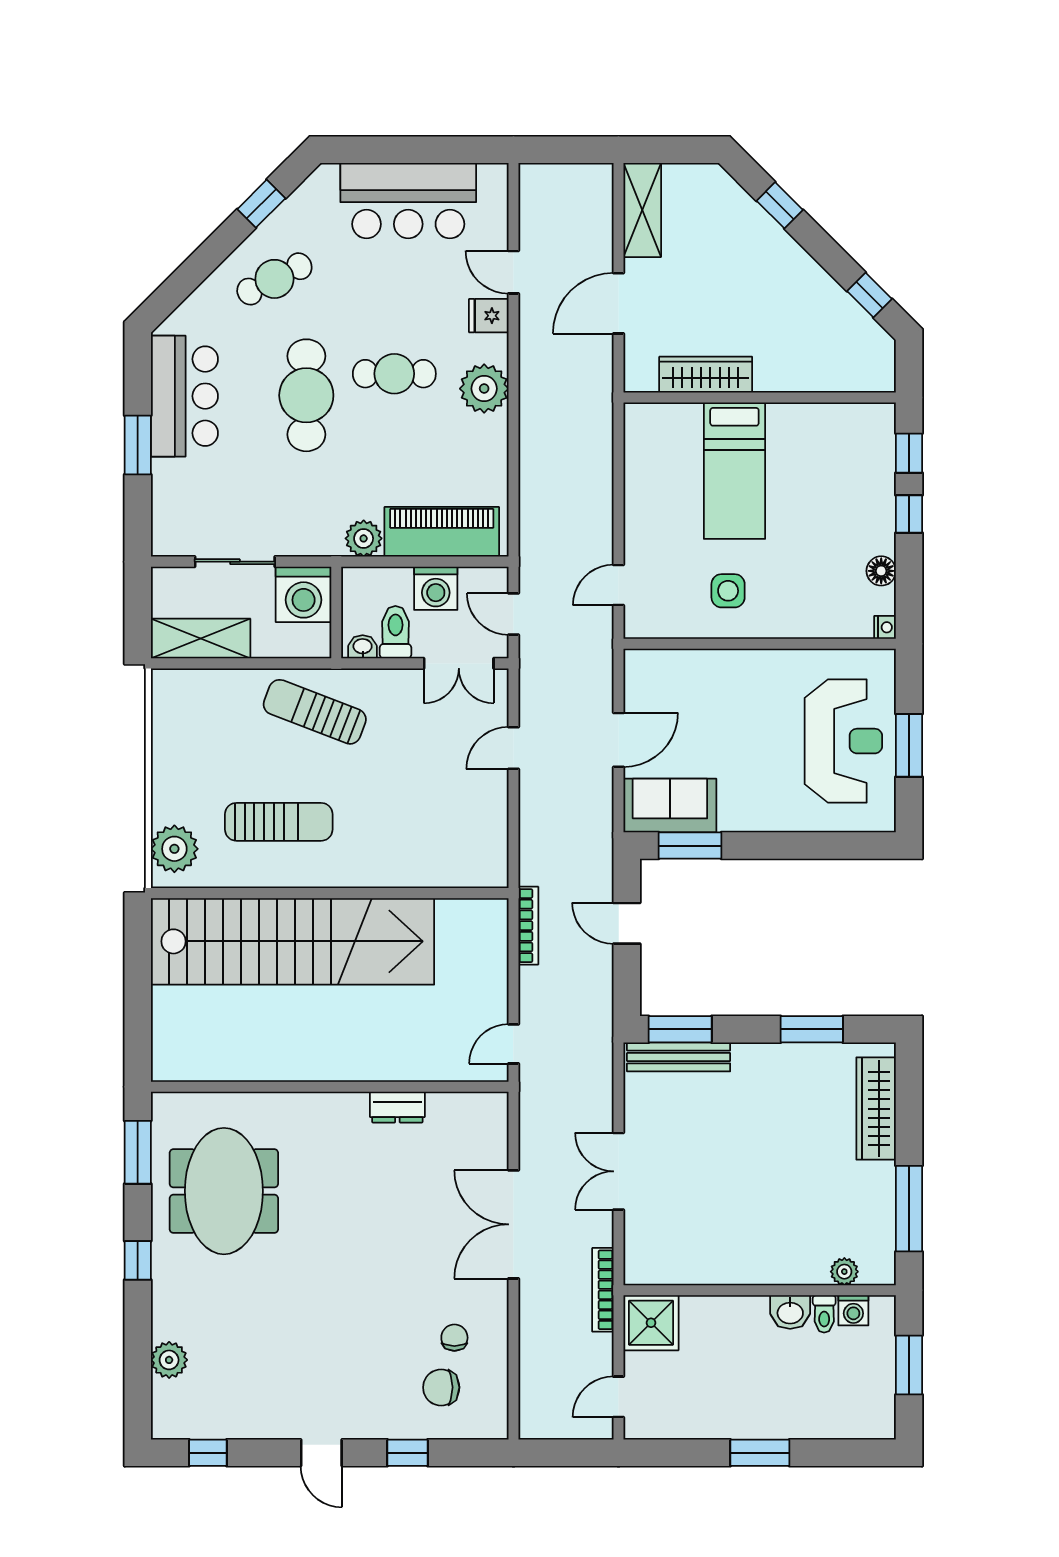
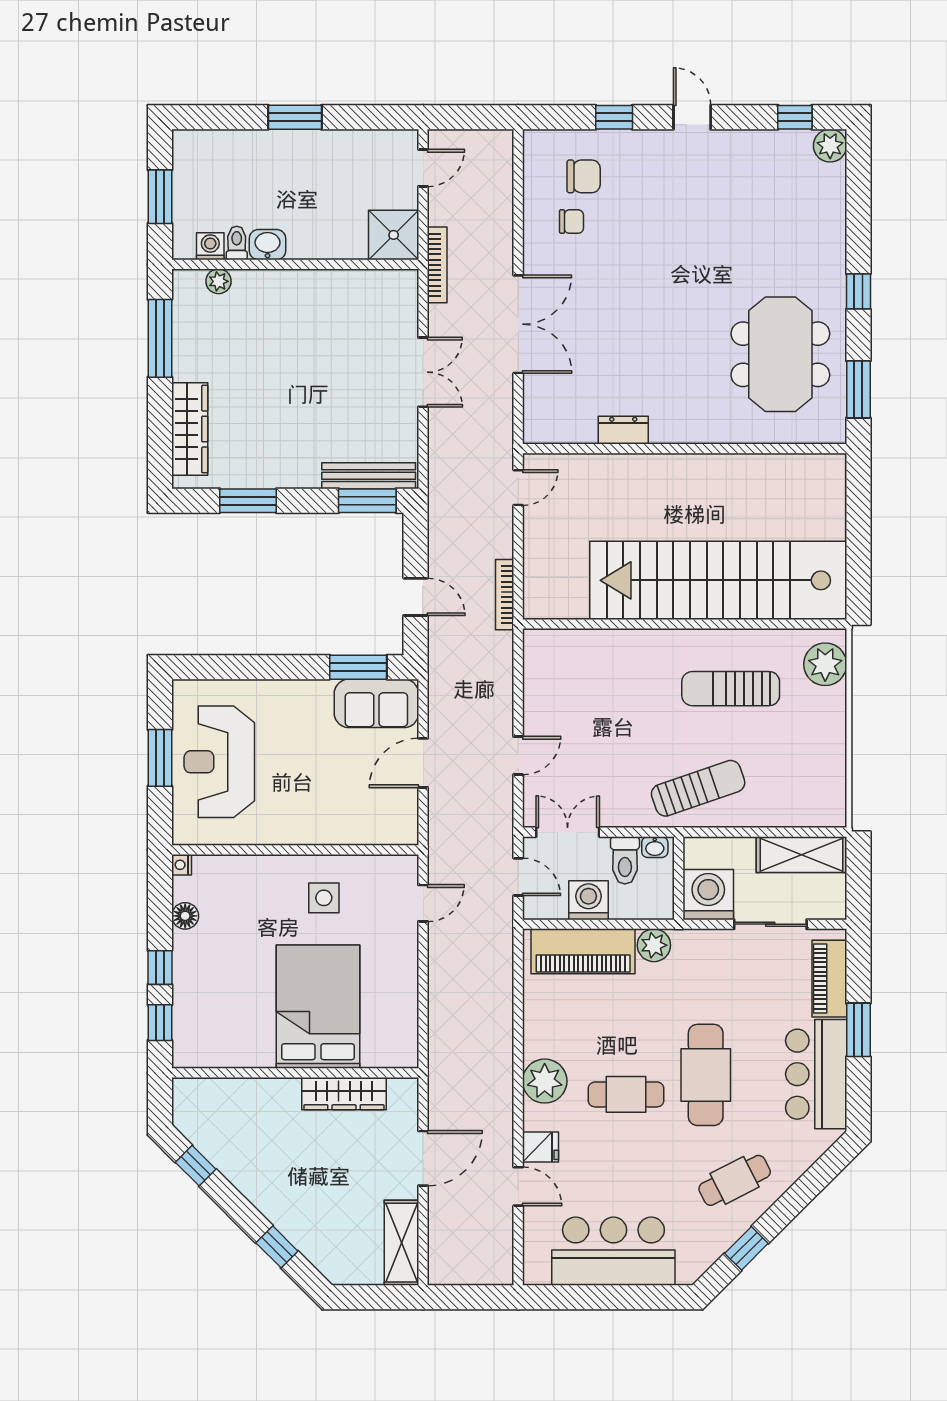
bed: (734, 471) -> (318, 1007), width x1.50
piano: (170, 502) -> (829, 979), added
sun lounger: (315, 712) -> (698, 788), turned -40
chair: (454, 1338) -> (572, 222), turned -90
plant: (169, 1360) -> (830, 146), moved

